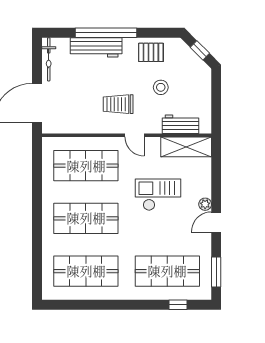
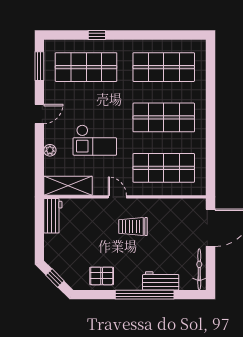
workbench: (96, 47) -> (161, 281), width x0.73
stool: (161, 87) -> (92, 243), removed
trolley: (118, 104) -> (133, 227), turned 180
workbench: (181, 124) -> (53, 216), moved, turned -90
plant: (205, 204) -> (50, 150), moved
window: (178, 305) -> (97, 35), moved

